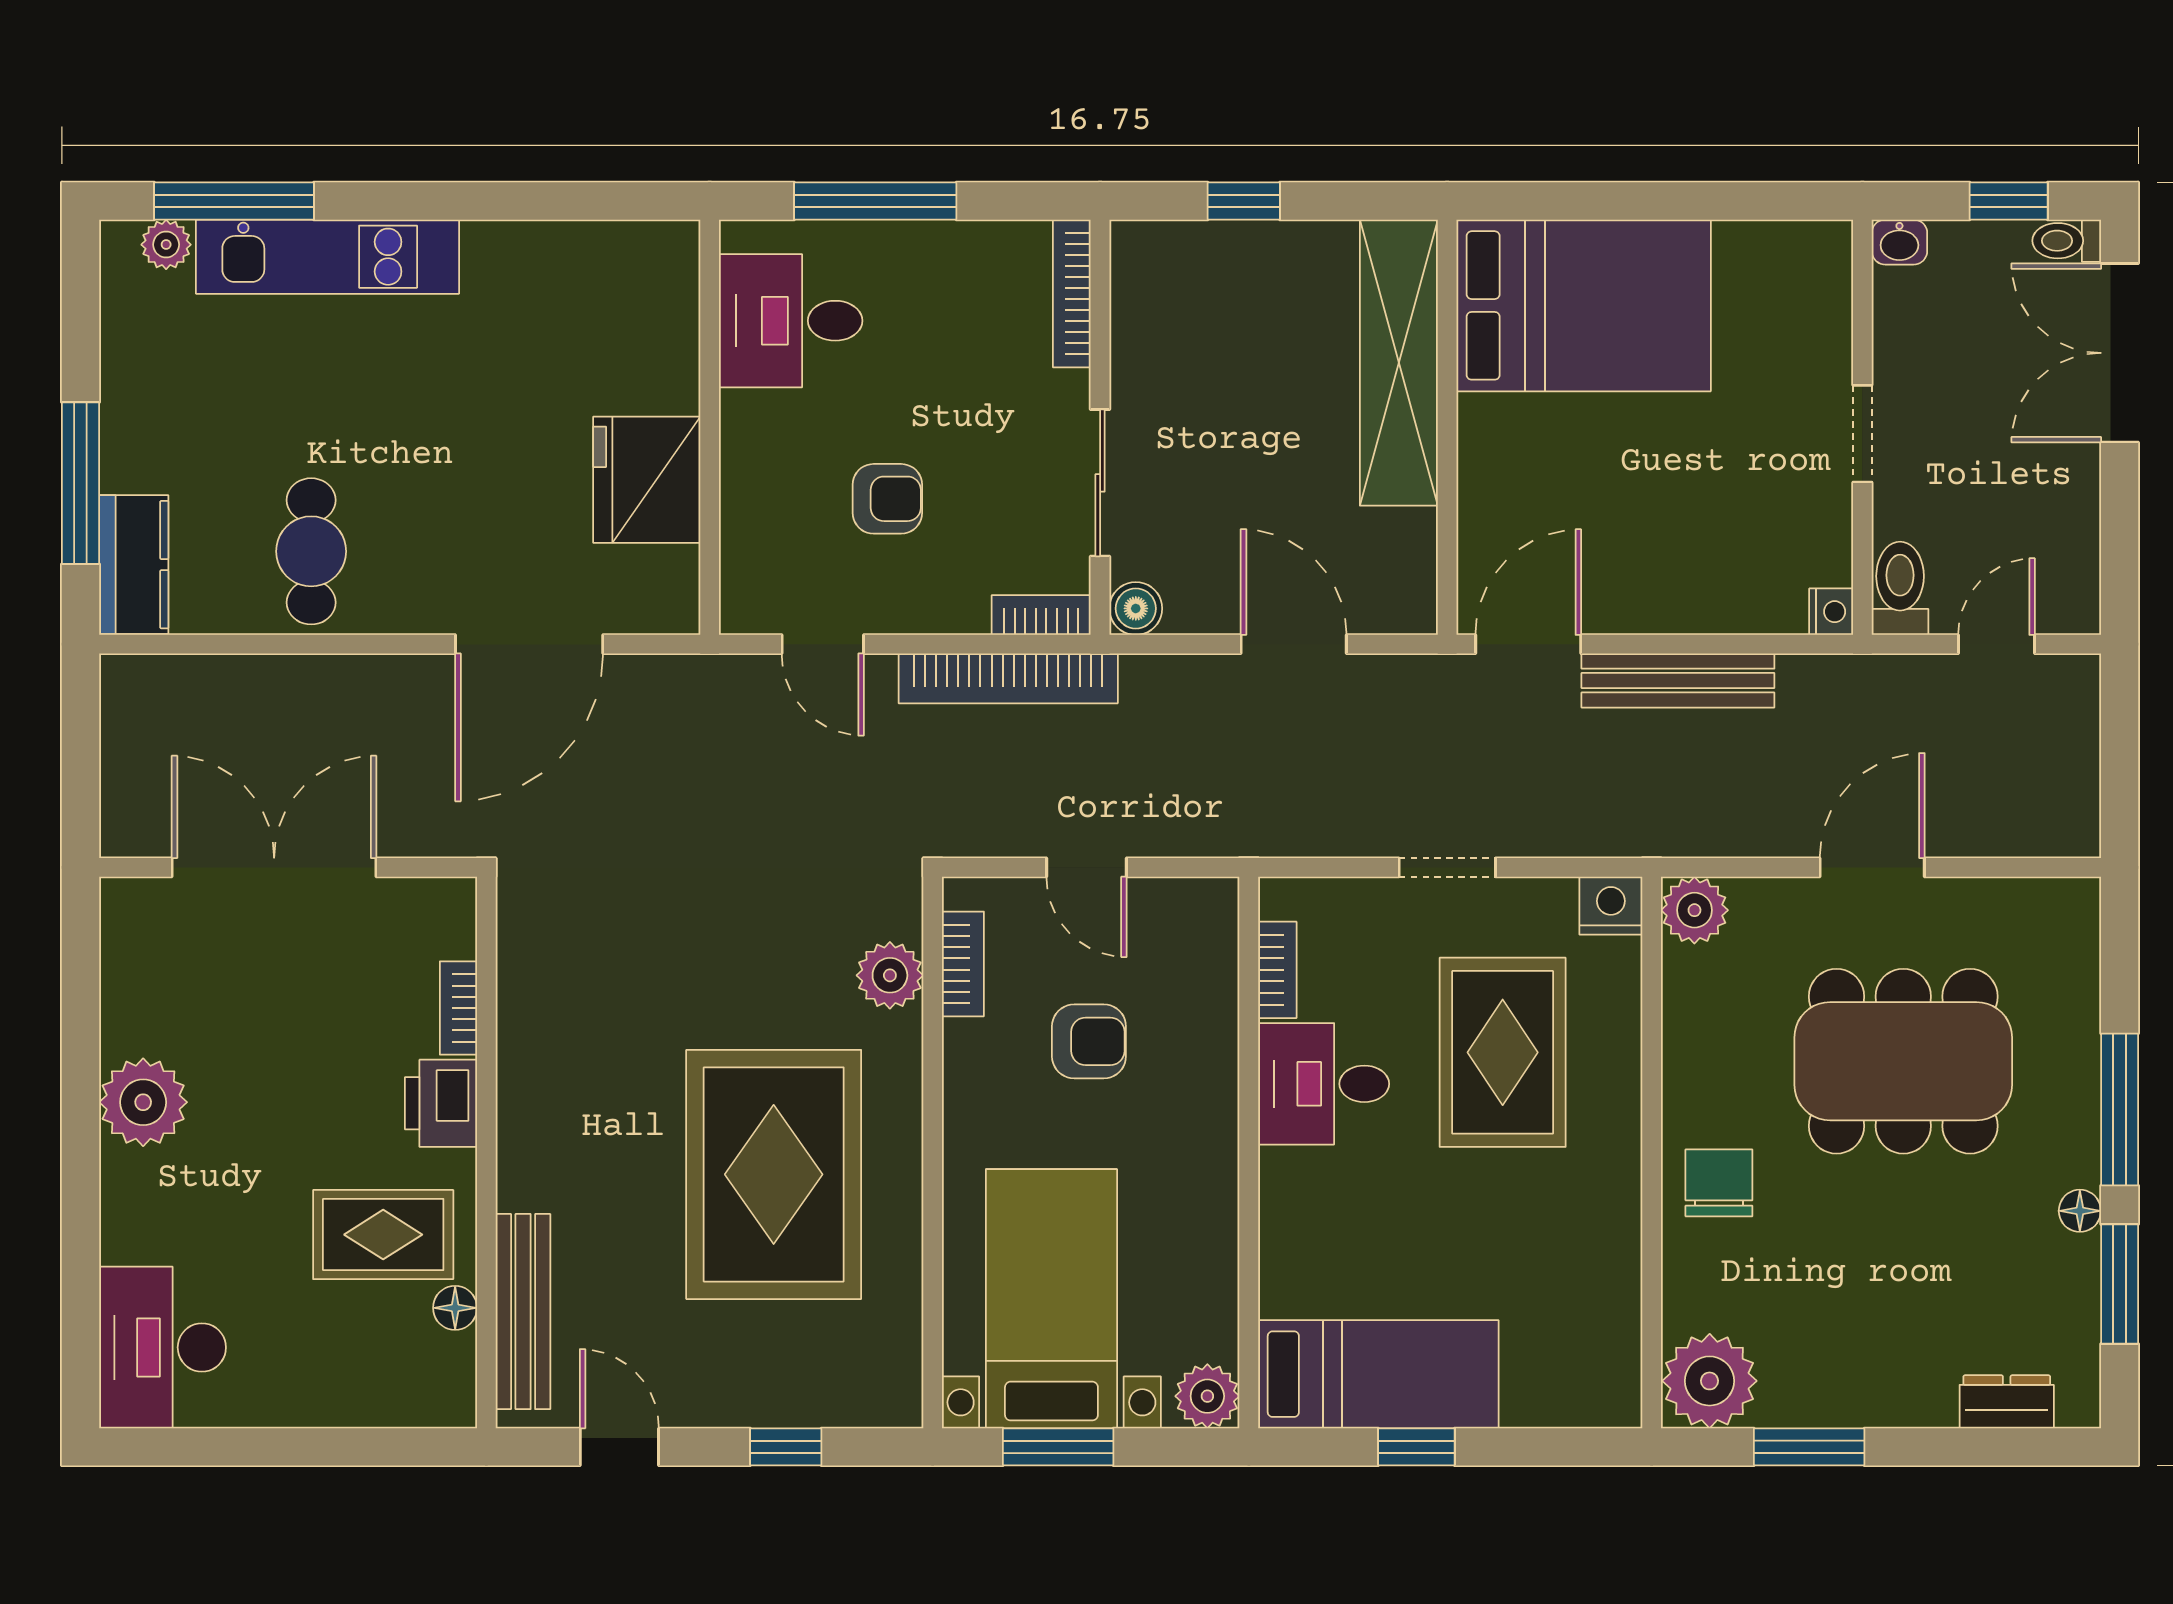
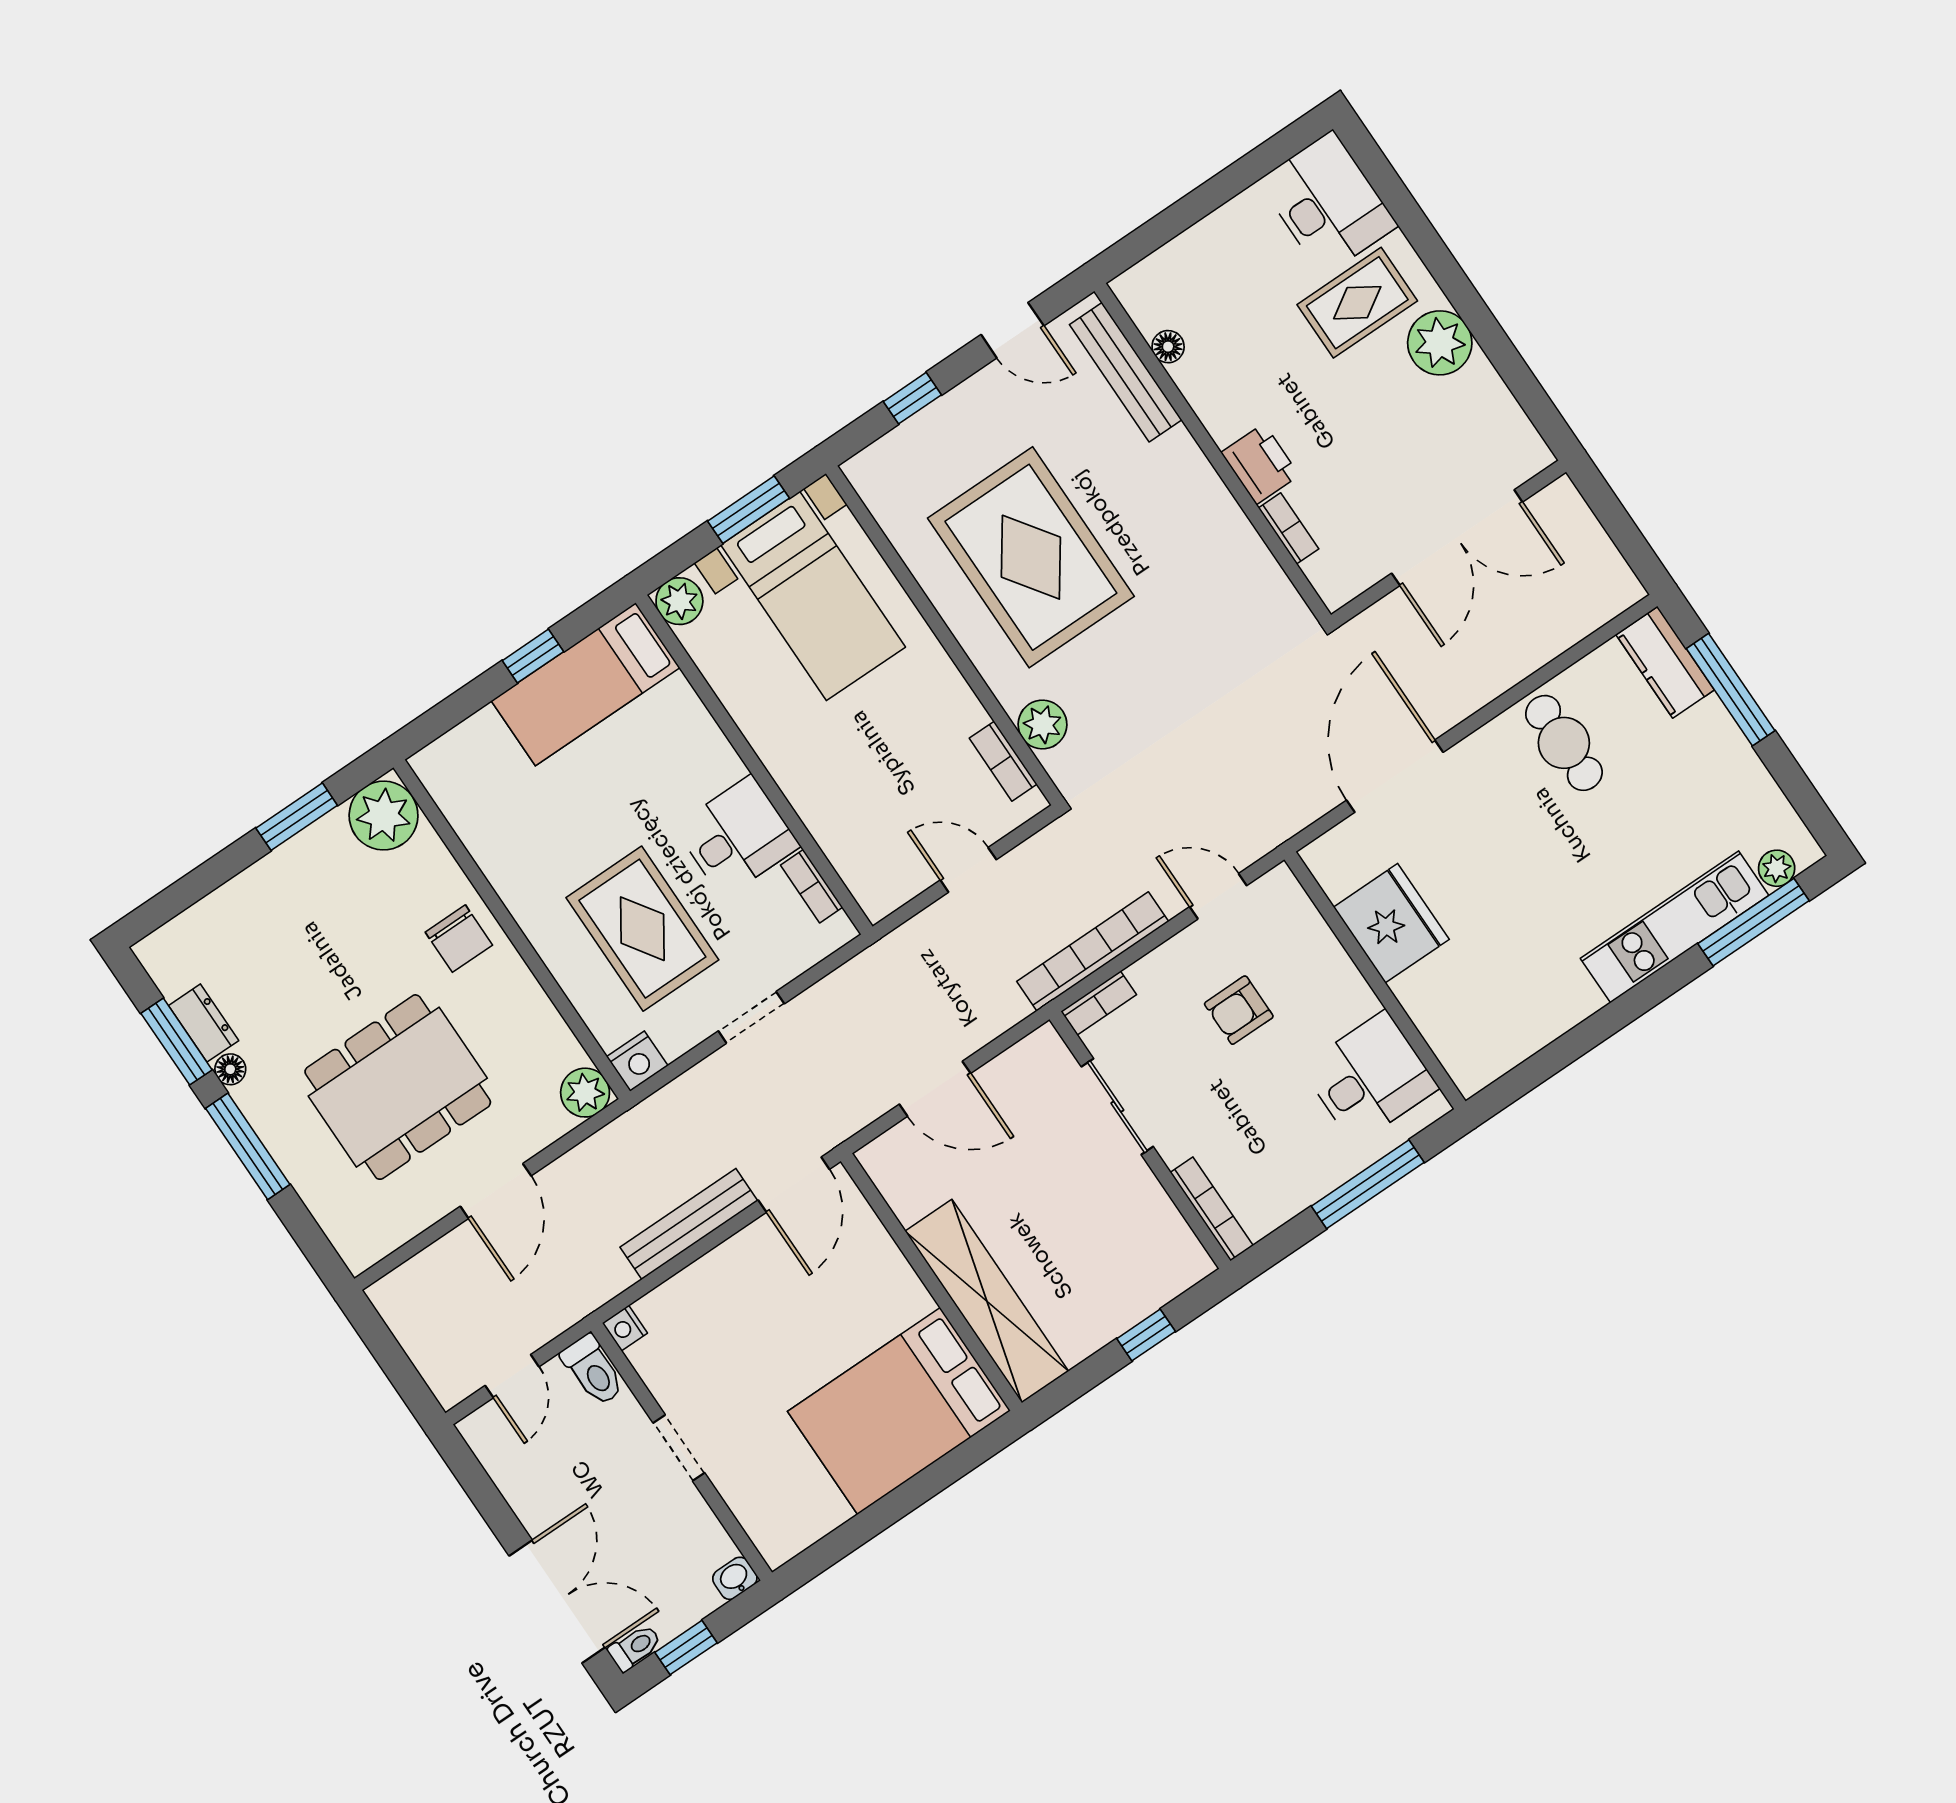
boiler: (1136, 608) -> (1045, 1046), removed
armchair: (1089, 1041) -> (896, 766), removed
rug: (383, 1235) -> (1357, 303), moved
dresser: (2007, 1402) -> (204, 1023), moved, turned -90

